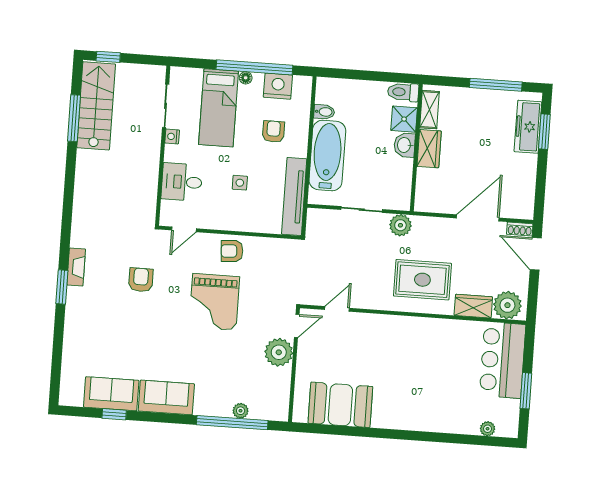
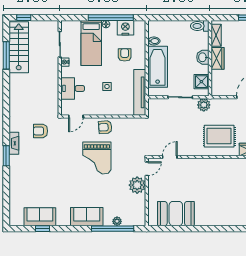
shower: (404, 119) -> (201, 82), moved
armchair: (141, 280) -> (40, 131), moved, turned -90
sofa: (166, 397) -> (87, 217), moved

